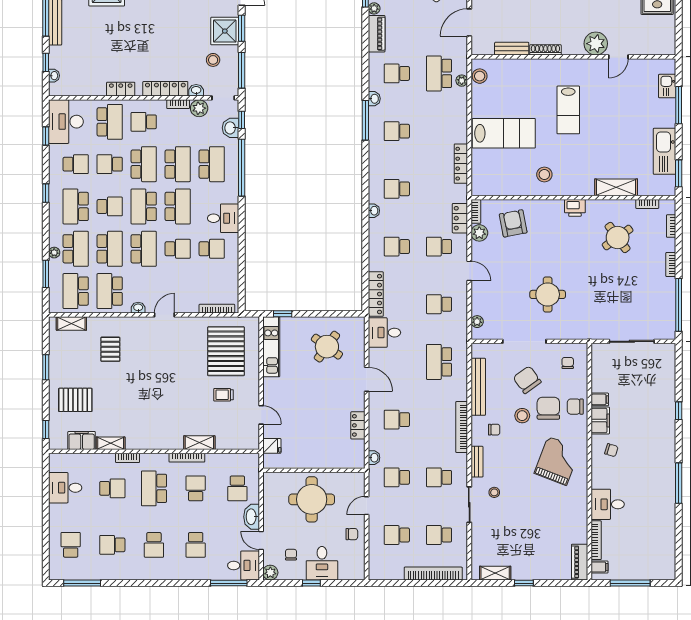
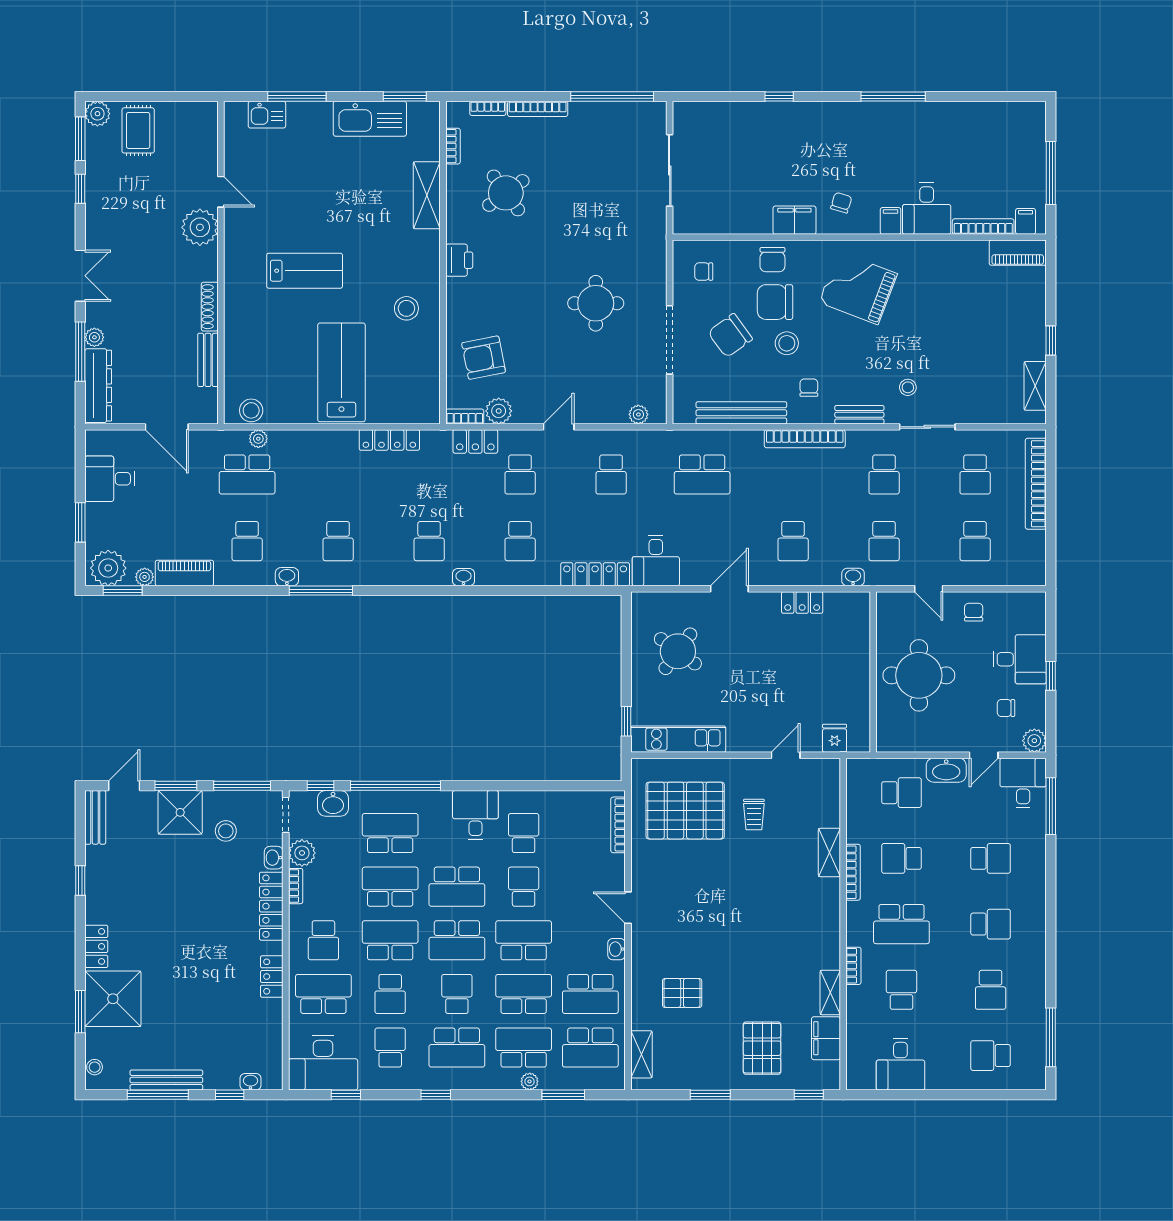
school desk: (178, 206) -> (457, 887), turned 180
bookcase: (671, 265) -> (538, 109), width x1.56
filing cabinet: (600, 399) -> (891, 221), moved

